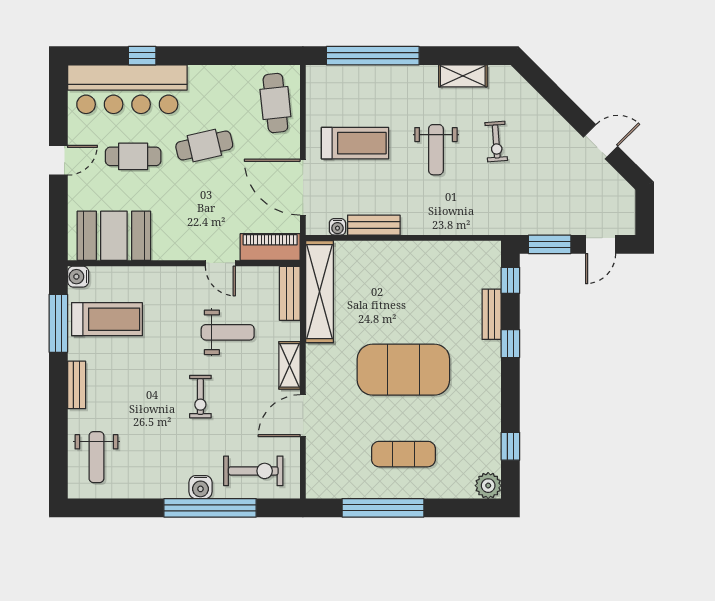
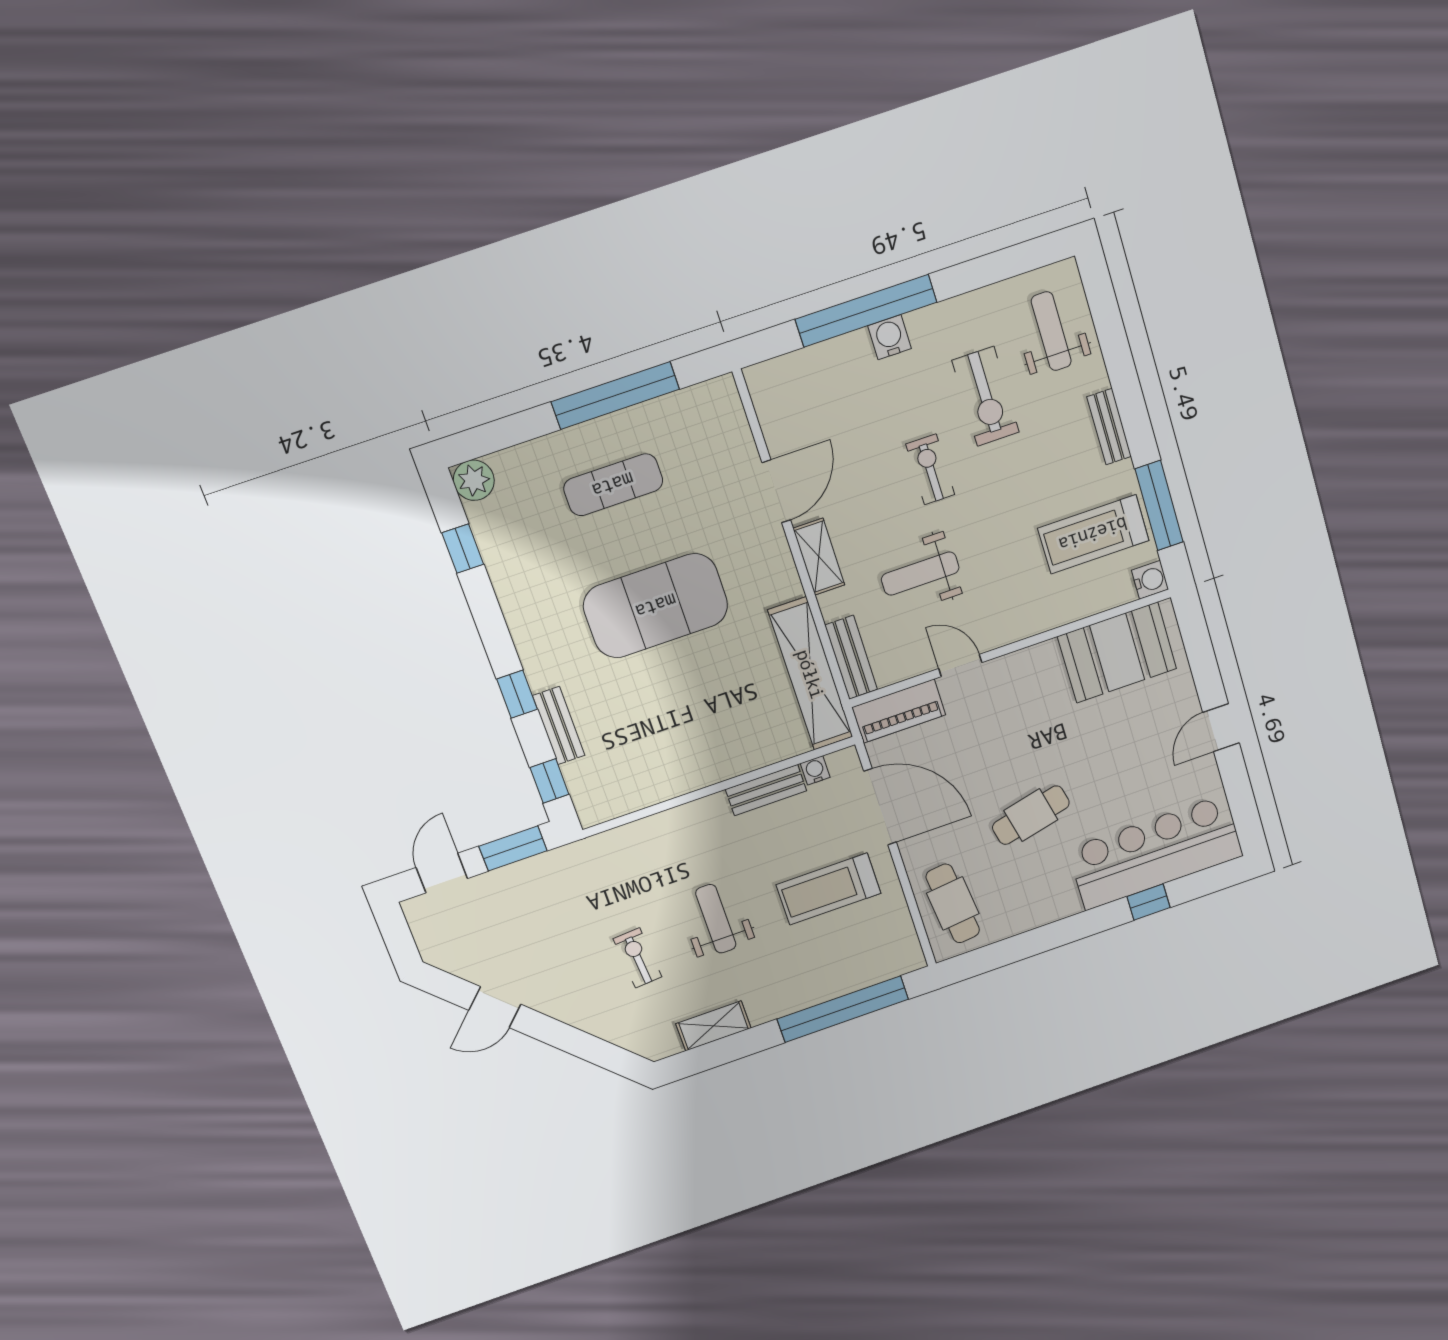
cafe table: (133, 156) -> (1122, 768), removed
exercise bike: (253, 471) -> (986, 396), moved, turned -90

